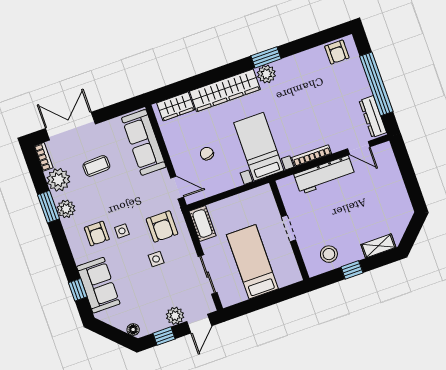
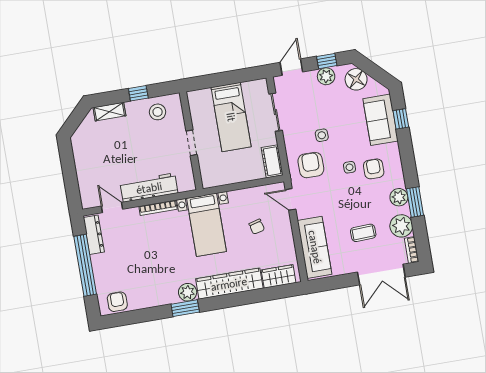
plant: (175, 316) -> (326, 76), moved
floor lamp: (133, 330) -> (356, 79), width x1.89, depth x1.89

